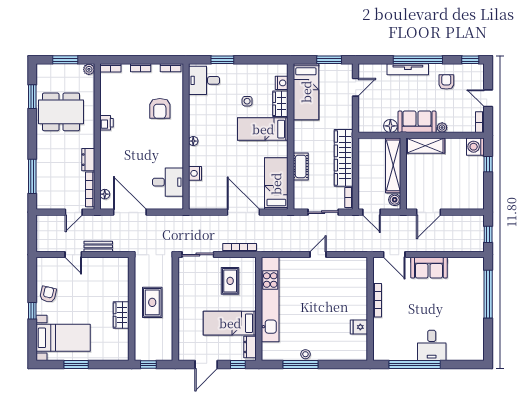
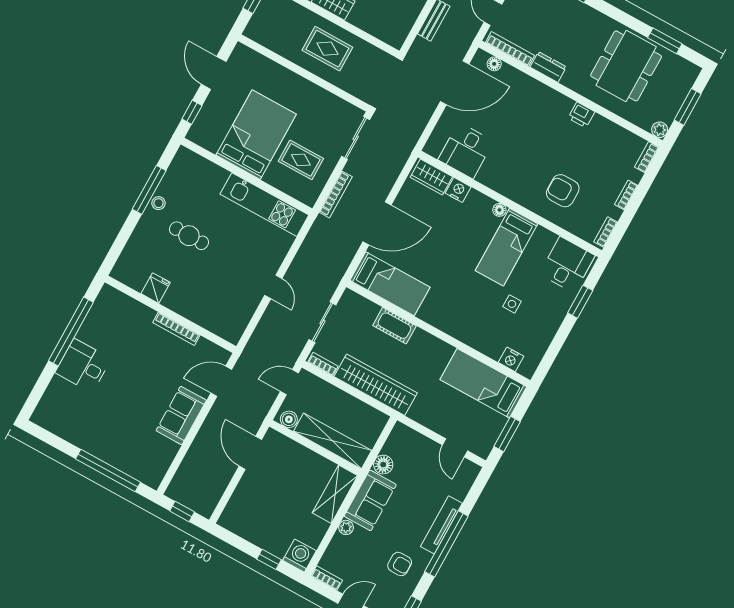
wardrobe: (280, 104) -> (431, 177), moved, turned 180
bed: (263, 129) -> (506, 247), moved, turned 180
kitchen unit: (270, 300) -> (264, 205), width x0.73
bed: (230, 323) -> (256, 135), width x1.50
cafe table: (315, 324) -> (189, 236), added
dresser: (250, 347) -> (205, 139), removed

